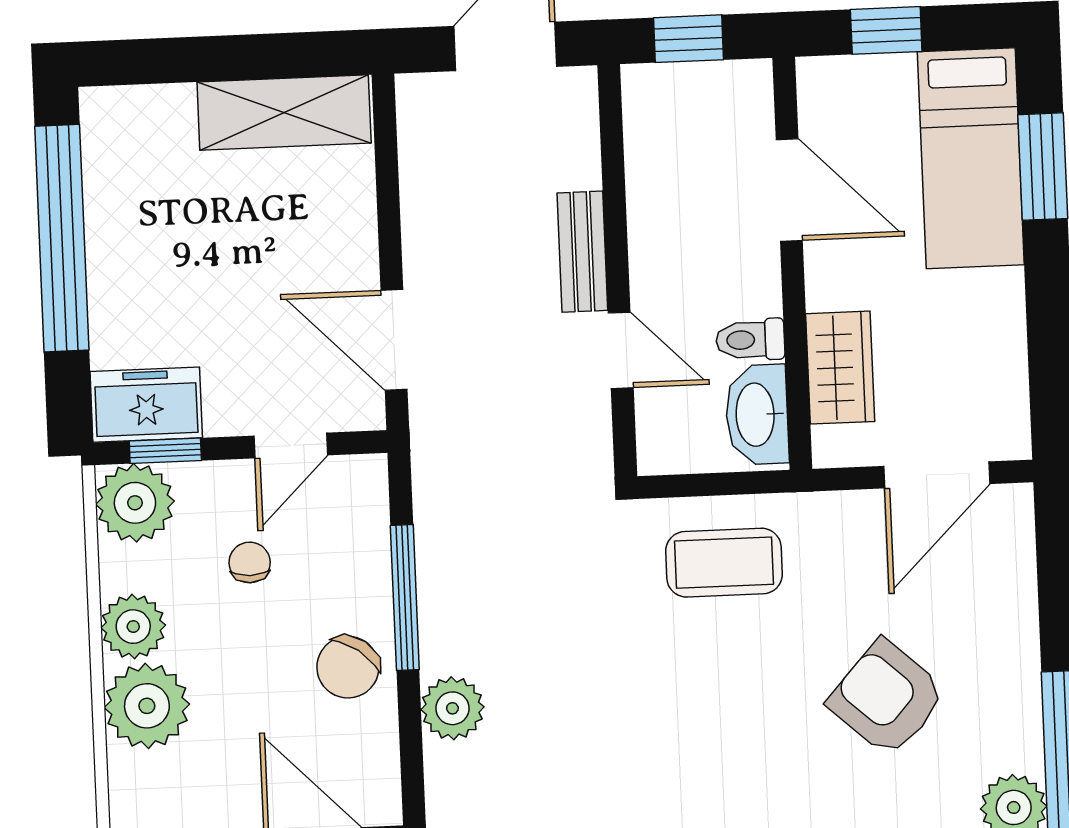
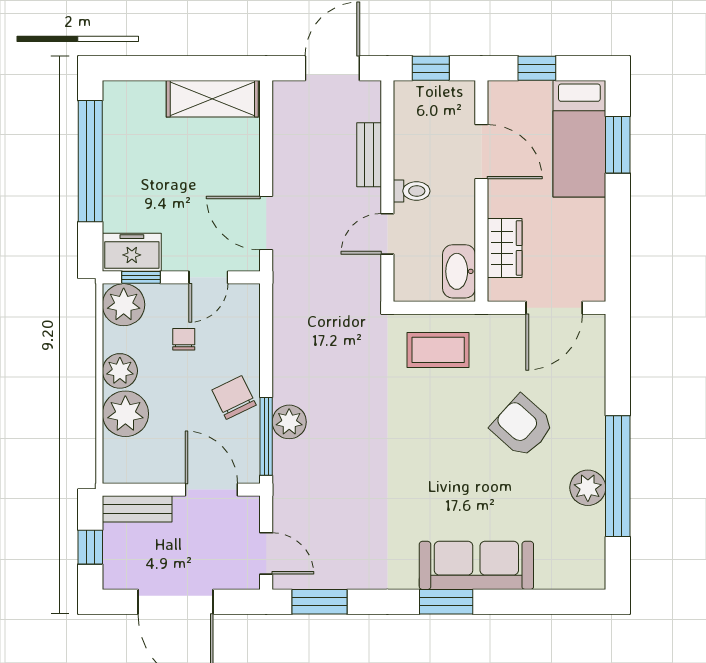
bench: (582, 252) -> (369, 155), moved
toilet: (750, 340) -> (412, 191), moved, turned 180
door: (621, 350) -> (387, 234), swing flipped
window: (405, 597) -> (266, 436), moved
chair: (348, 667) -> (234, 398), turned 118

